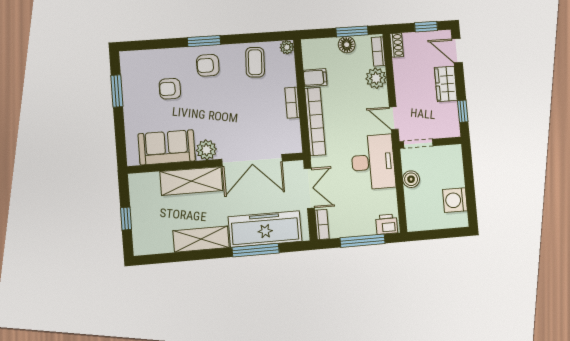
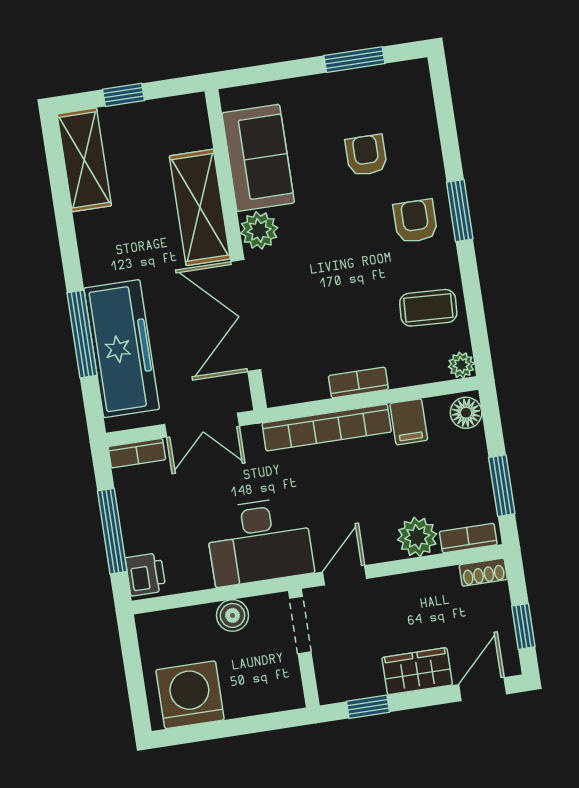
floor lamp: (347, 45) -> (466, 413), moved
washing machine: (455, 200) -> (190, 695), width x1.37, depth x1.37
shelving: (201, 239) -> (84, 160), moved

